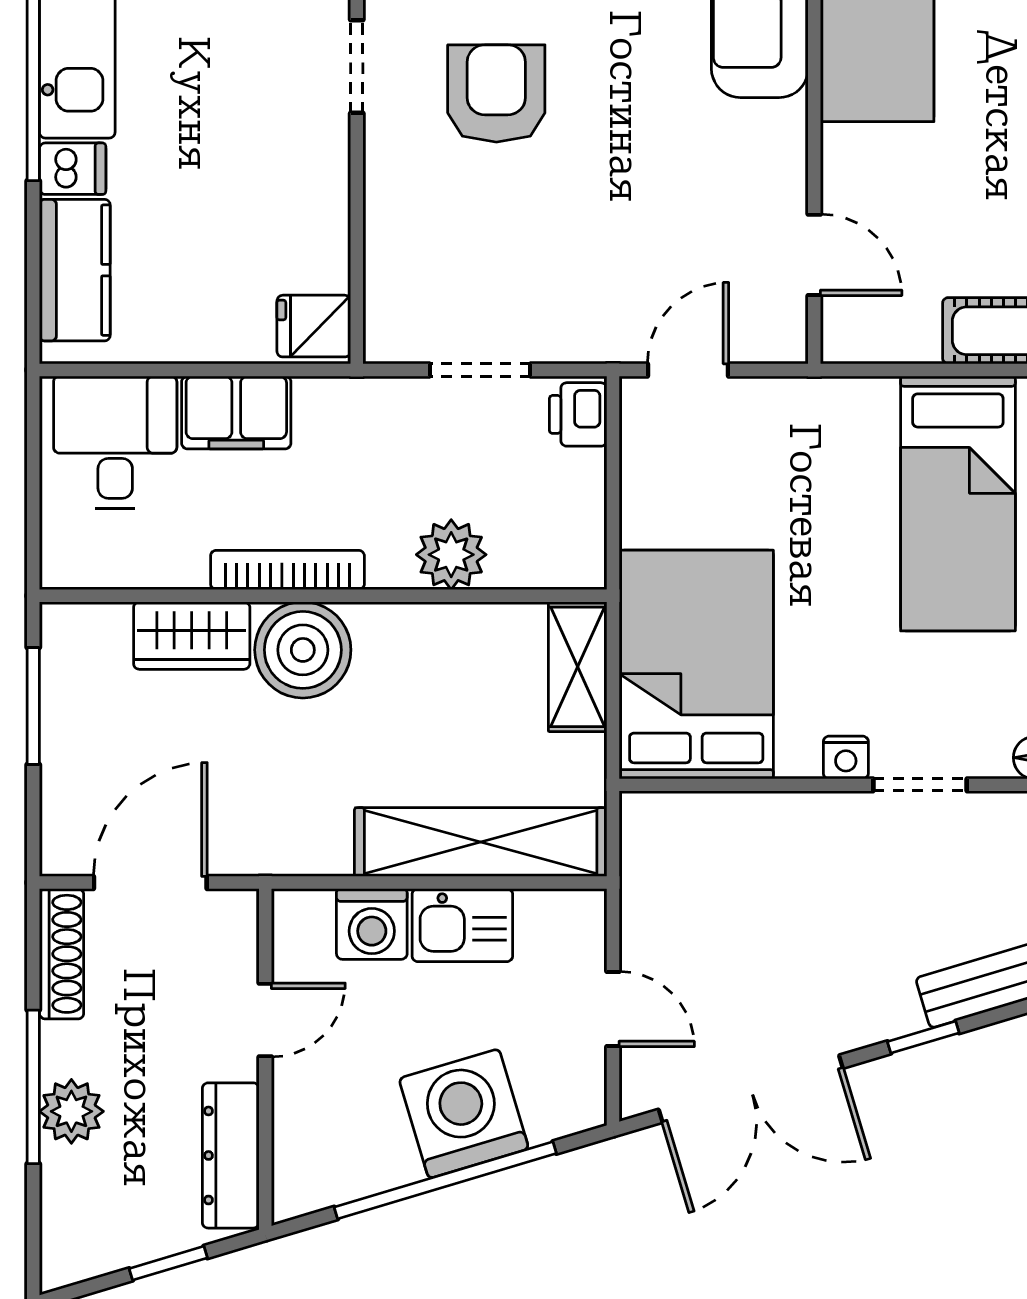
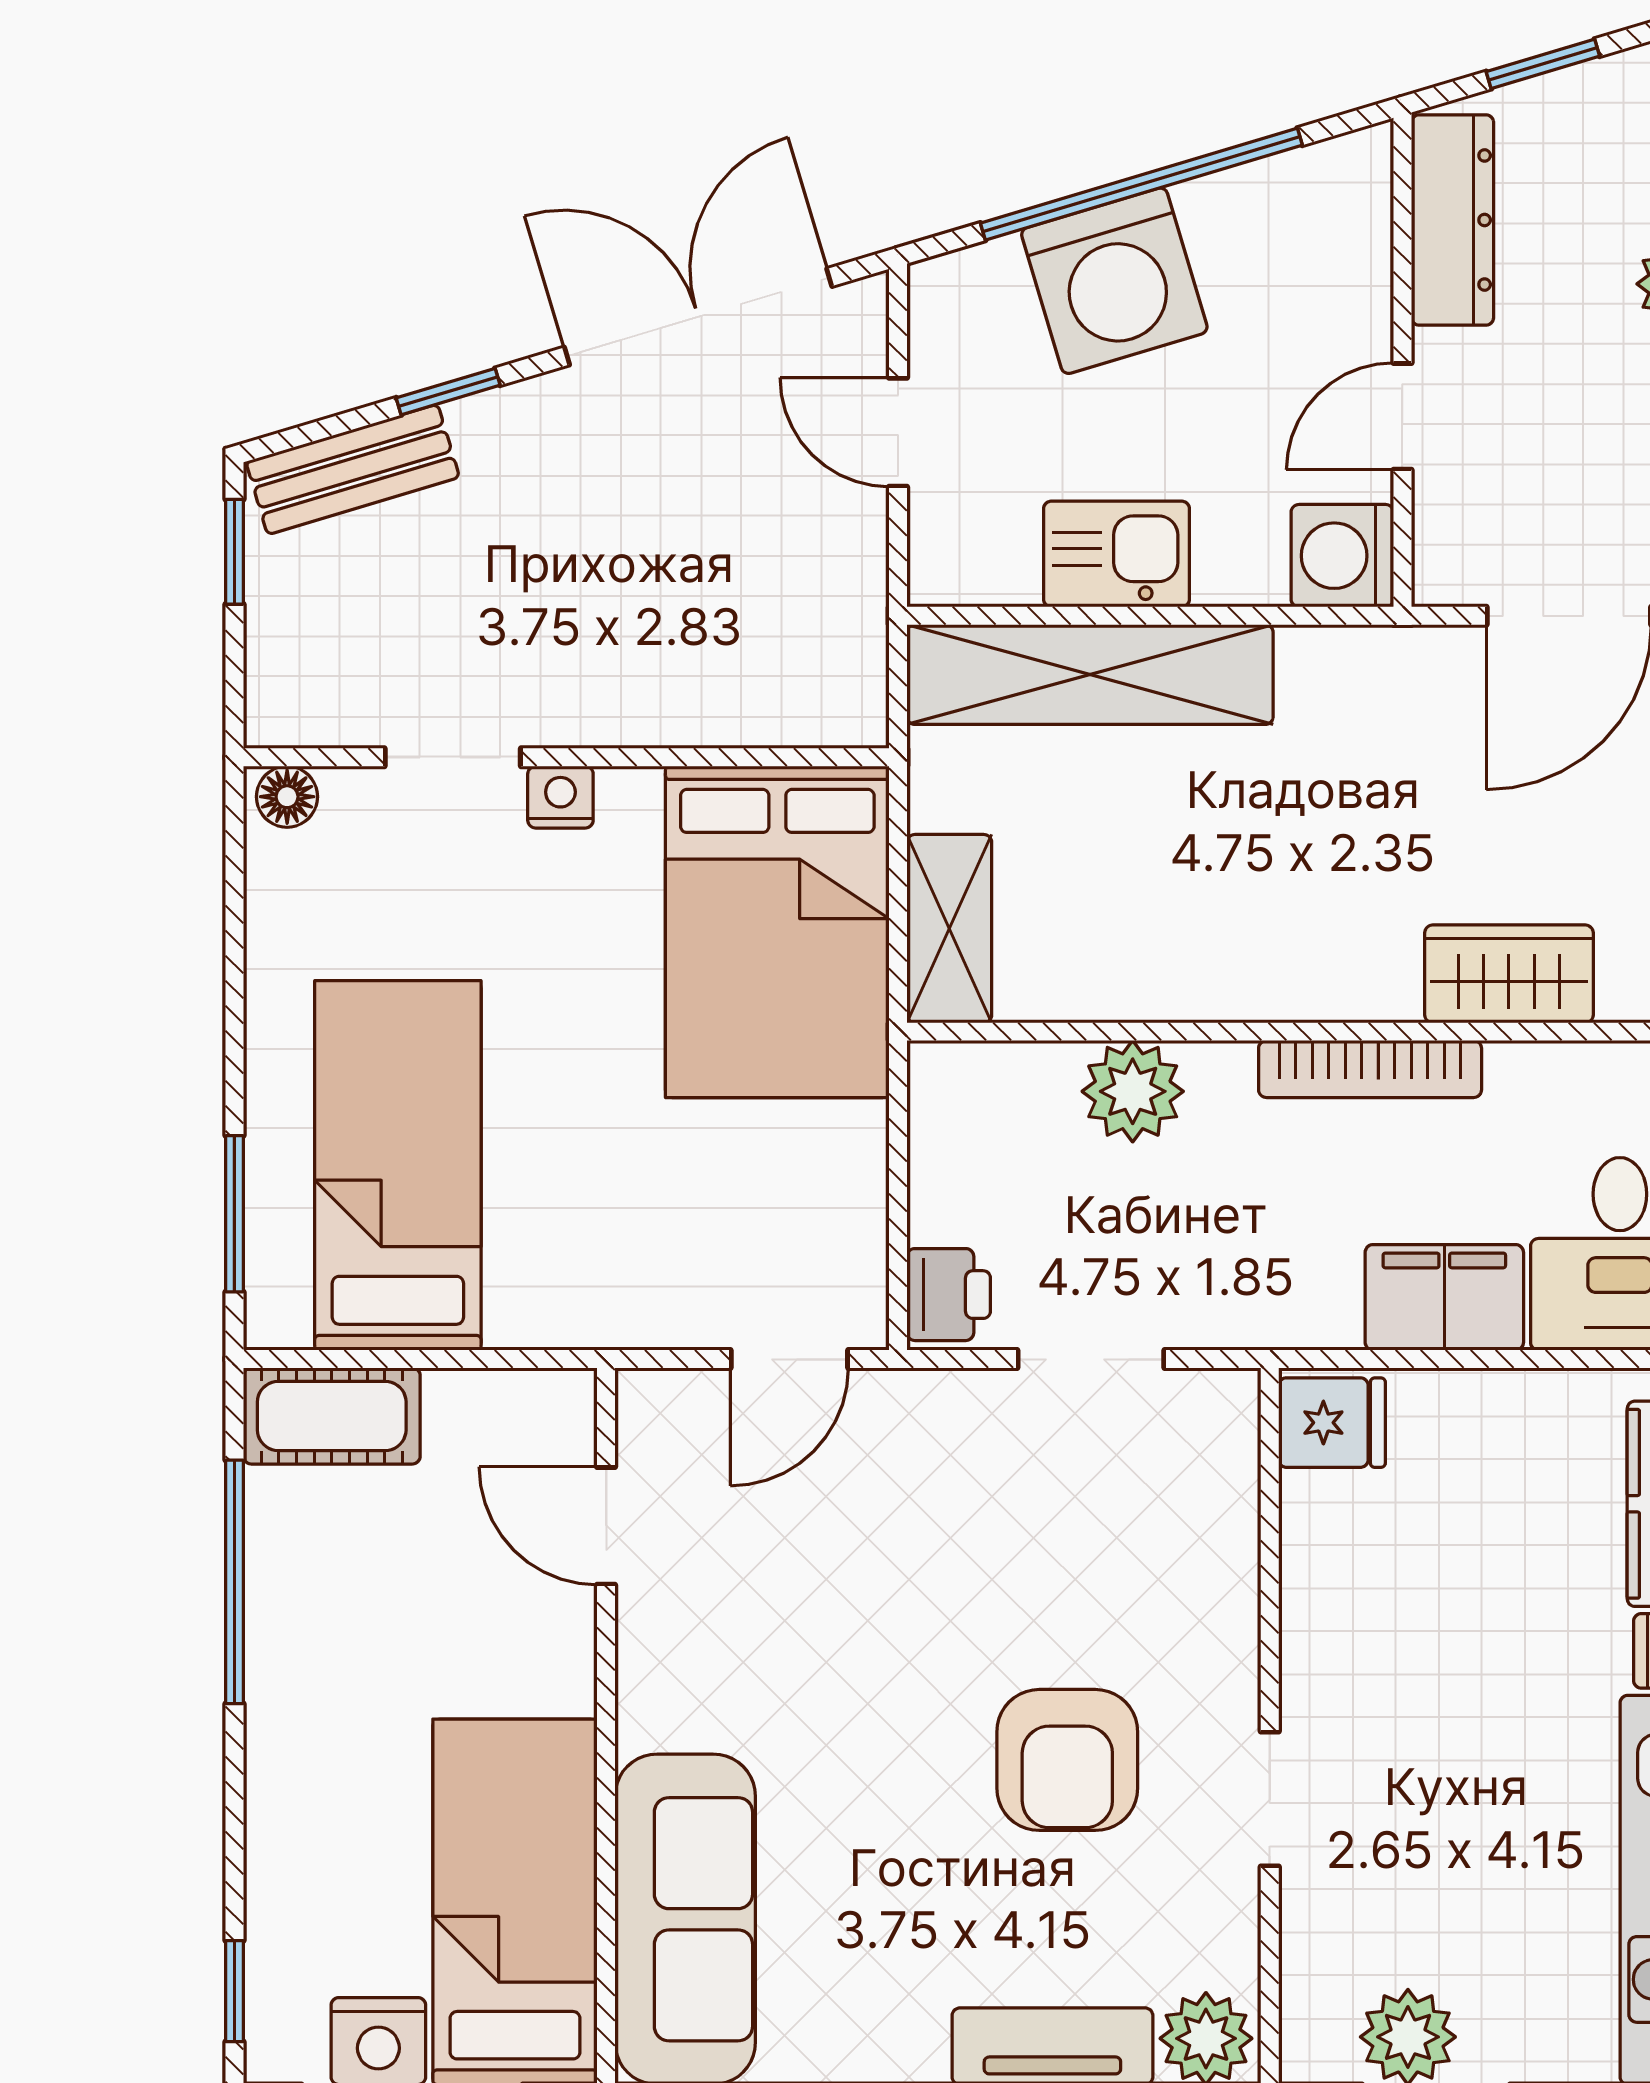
boiler: (303, 650) -> (1348, 953), removed
washing machine: (372, 924) -> (1342, 556), moved, turned -90

